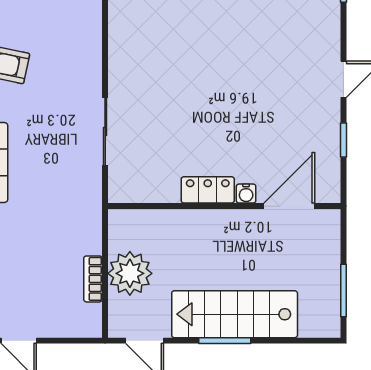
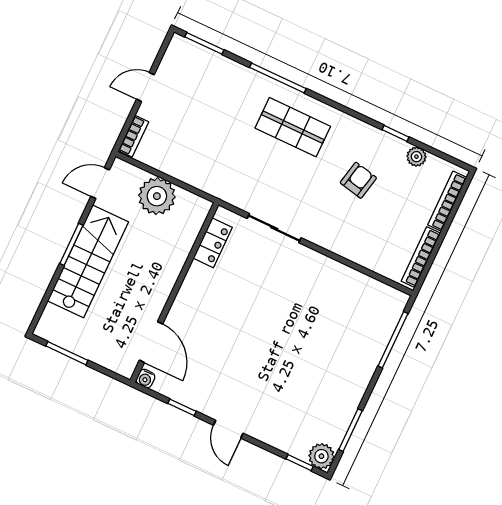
locker: (208, 190) -> (213, 243), moved
water cooler: (246, 194) -> (145, 379), moved, turned -90
bookcase: (93, 279) -> (133, 136), moved, turned 90

